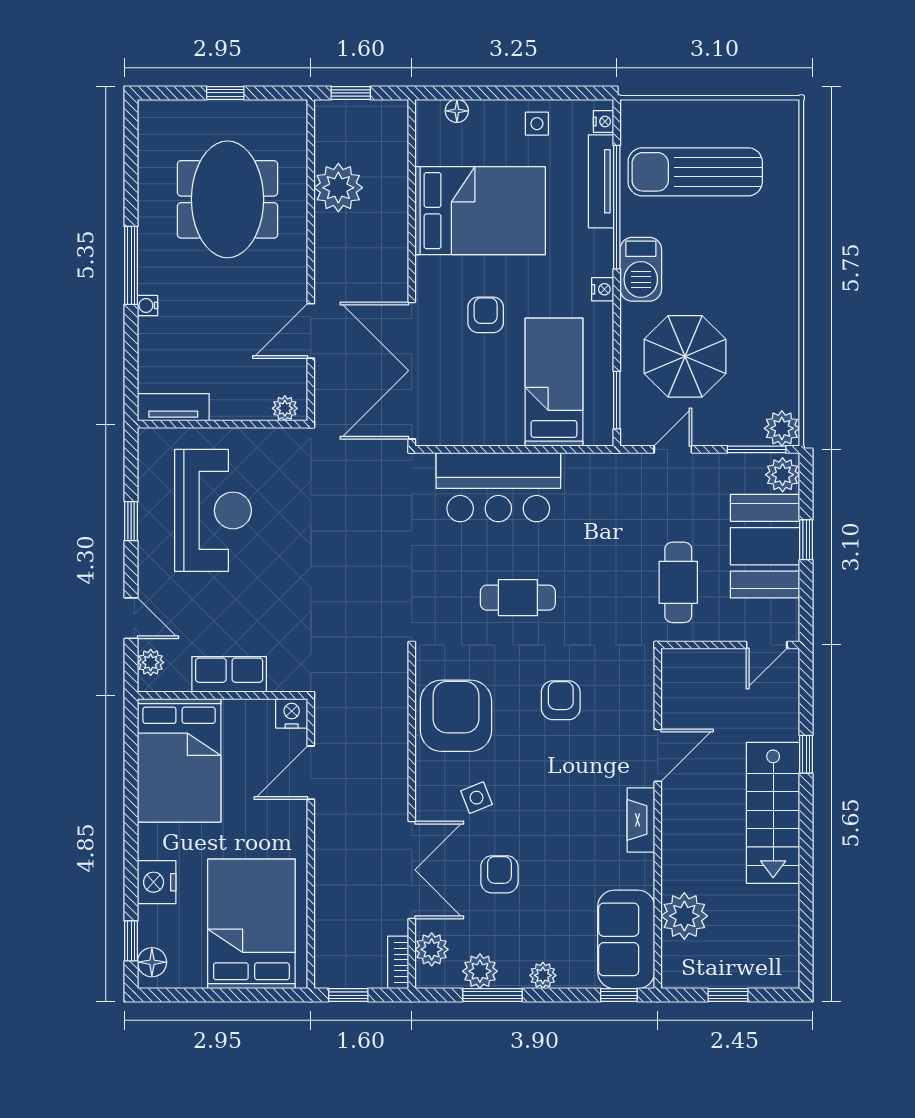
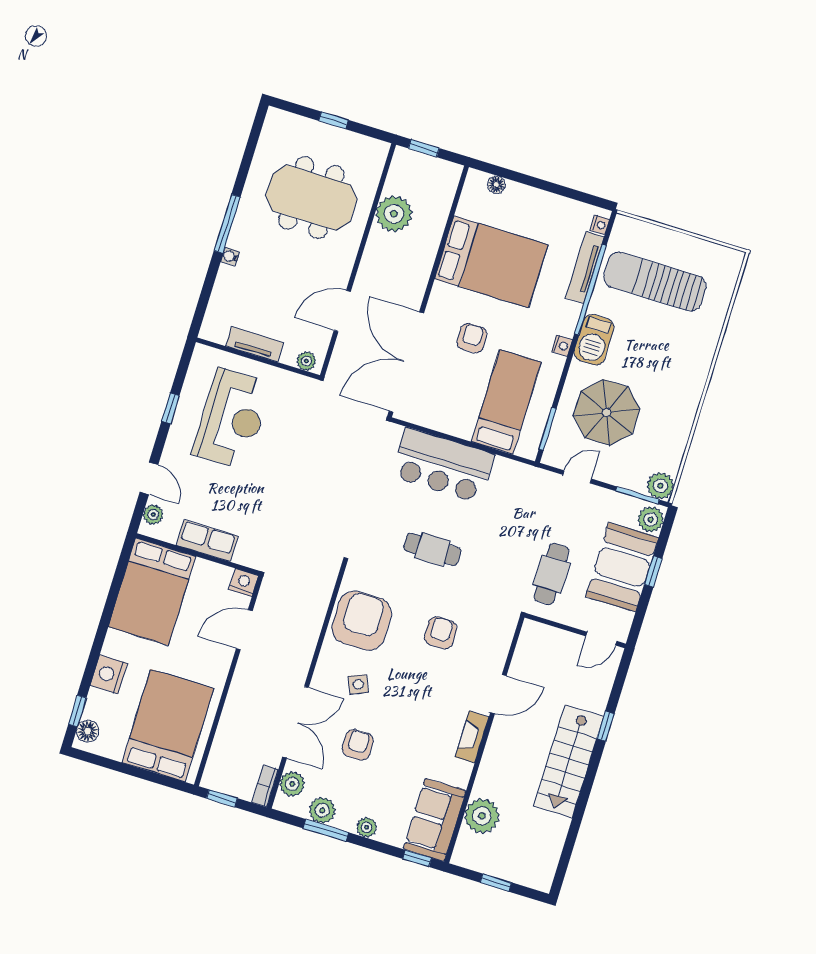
side table: (537, 124) -> (551, 212), removed
meeting table: (227, 199) -> (311, 198), turned 90
tv unit: (173, 407) -> (254, 344), moved

